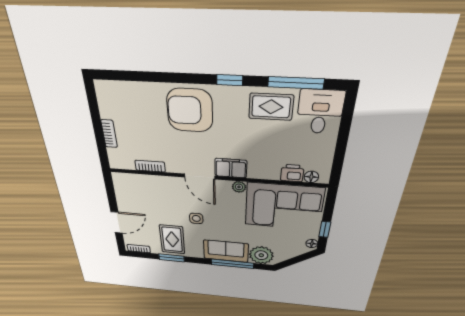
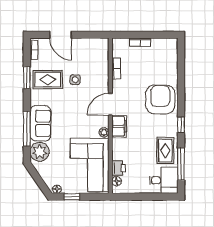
side table: (196, 218) -> (75, 80), moved

